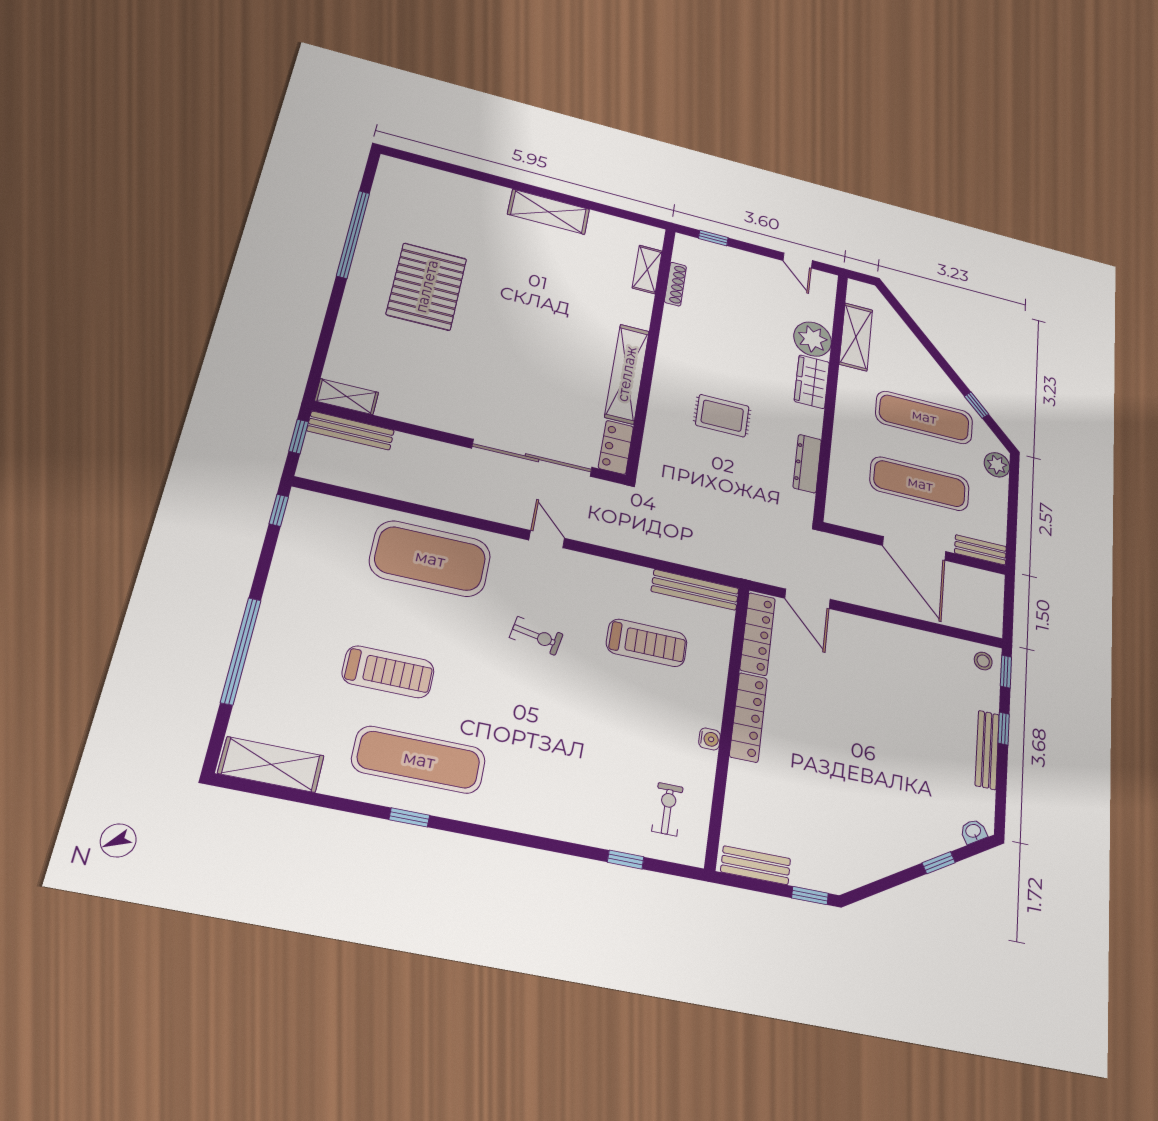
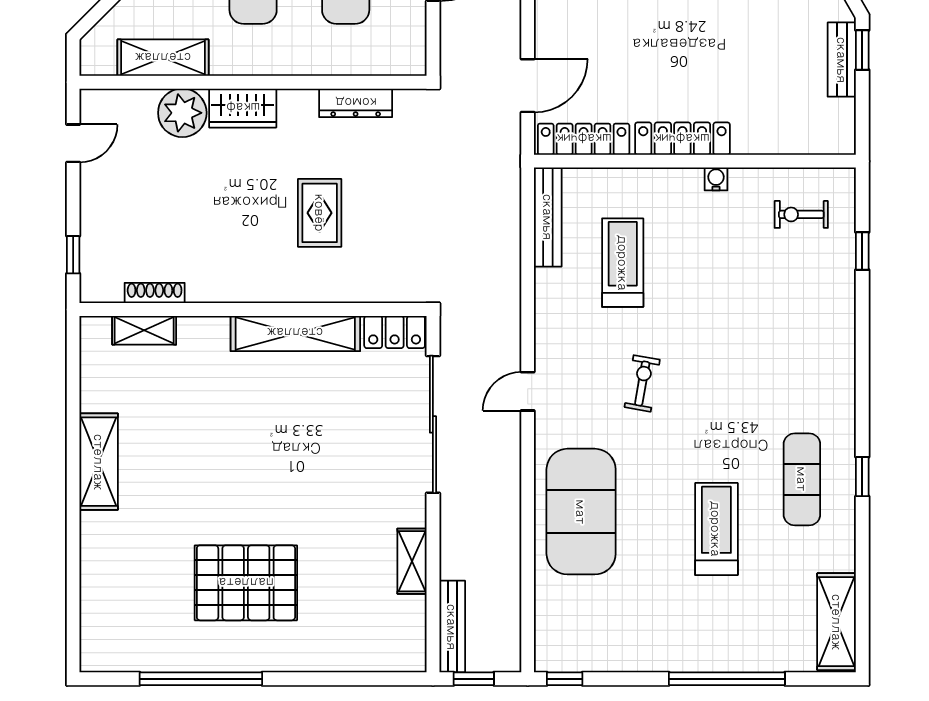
shelving: (347, 397) -> (412, 561), moved
exercise mat: (419, 760) -> (802, 479), width x0.73, depth x0.69
bench: (756, 865) -> (842, 60), moved

